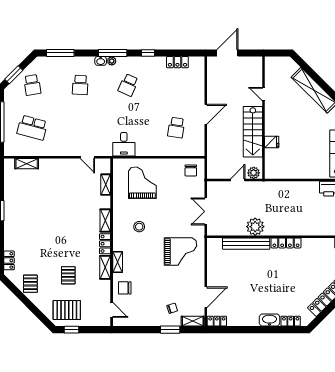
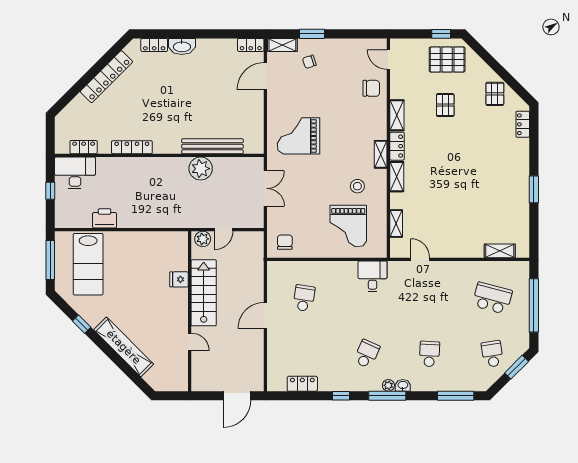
stool: (139, 227) -> (357, 186), moved
locker: (286, 243) -> (132, 147), moved
shelving: (118, 262) -> (381, 154), moved

